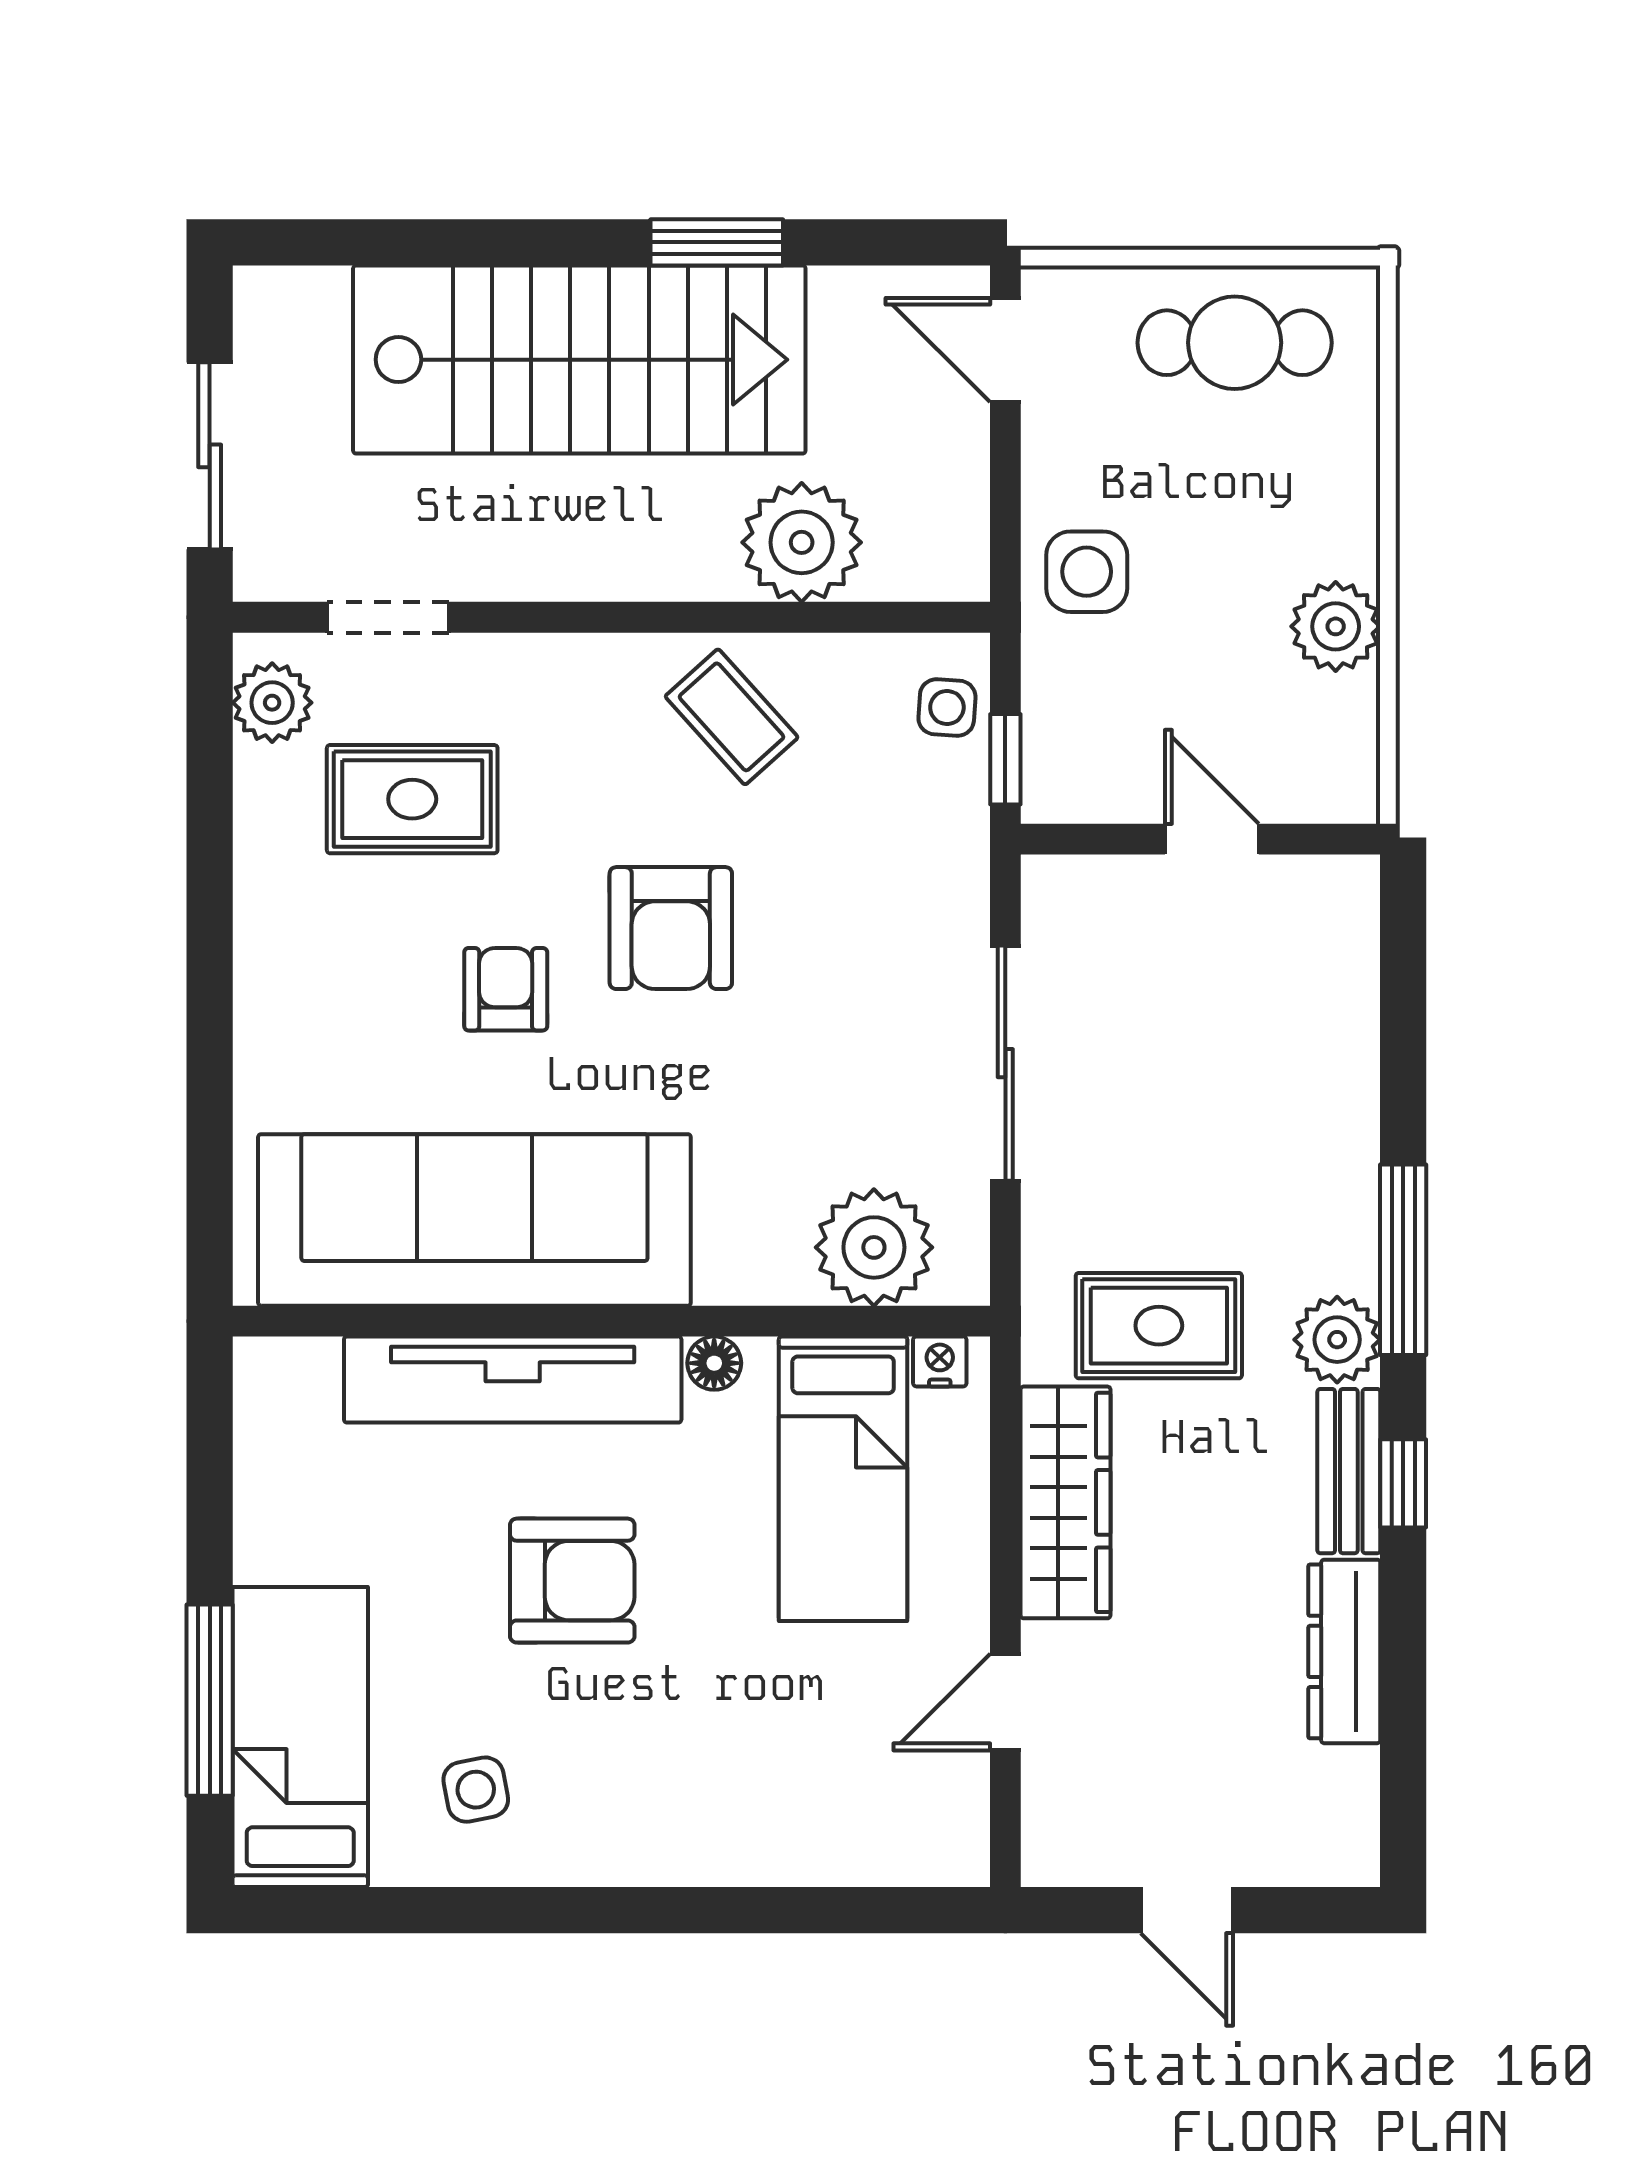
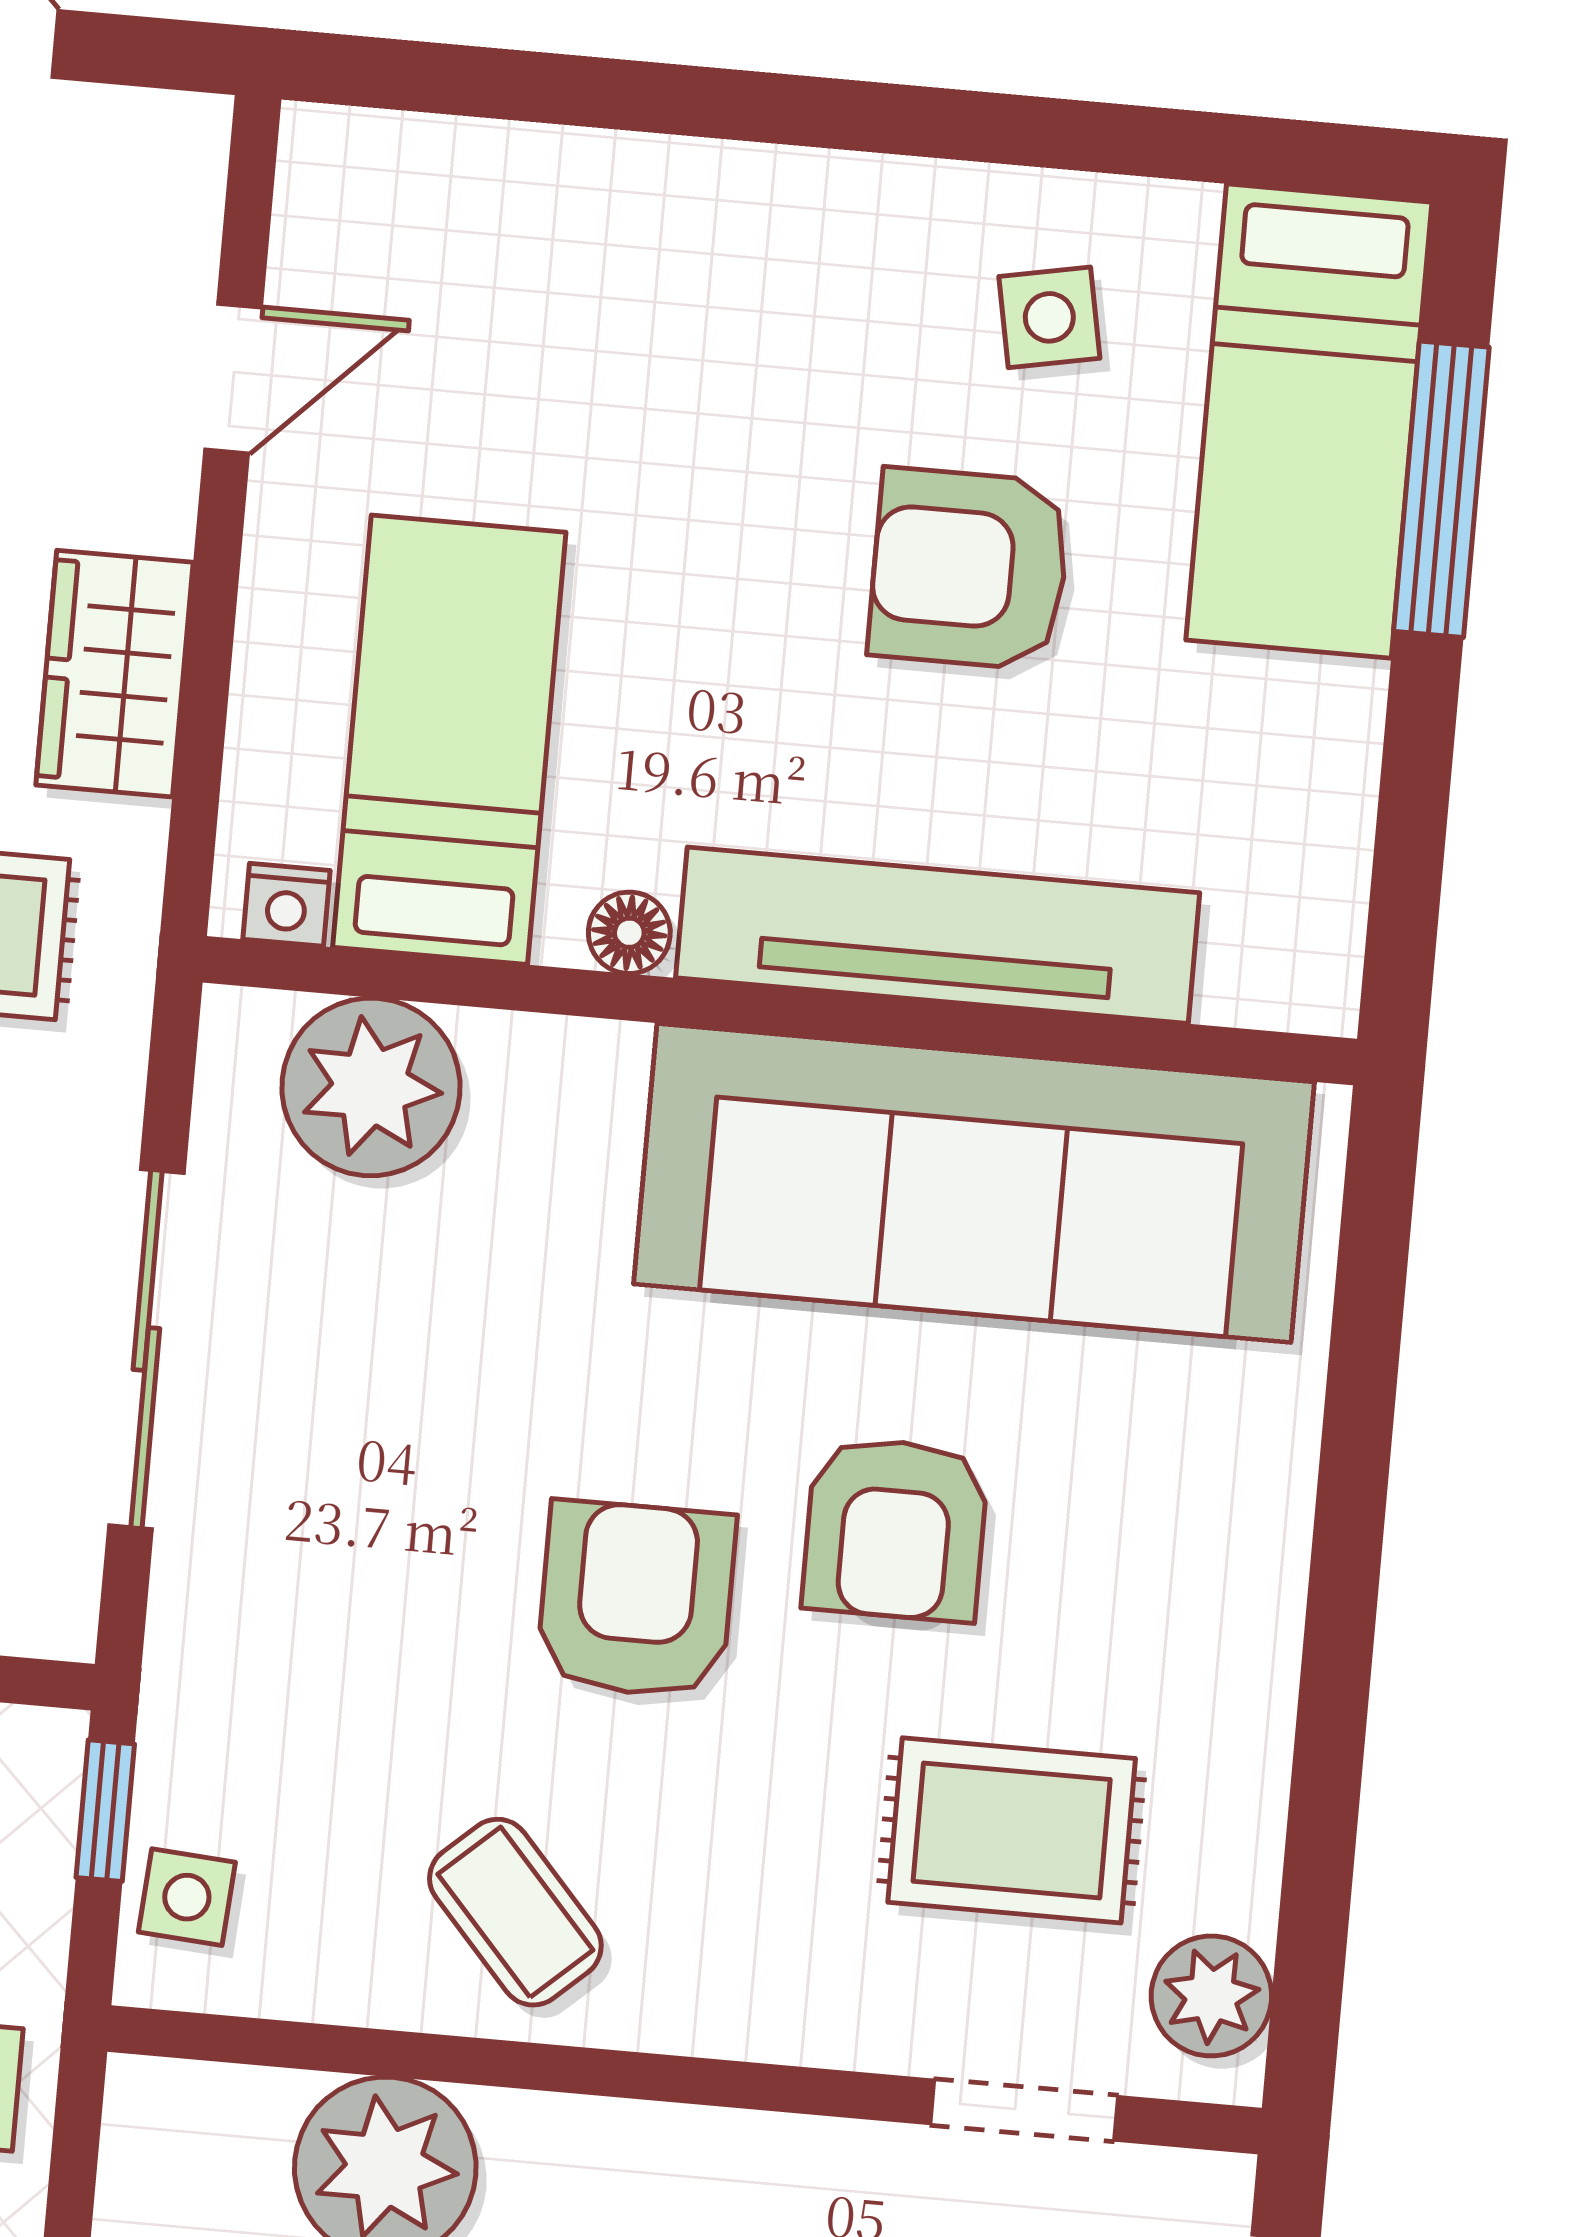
armchair: (506, 989) -> (895, 1529), width x1.38, depth x1.38
wardrobe: (1066, 1502) -> (115, 674), width x0.67
armchair: (572, 1581) -> (969, 569), moved

